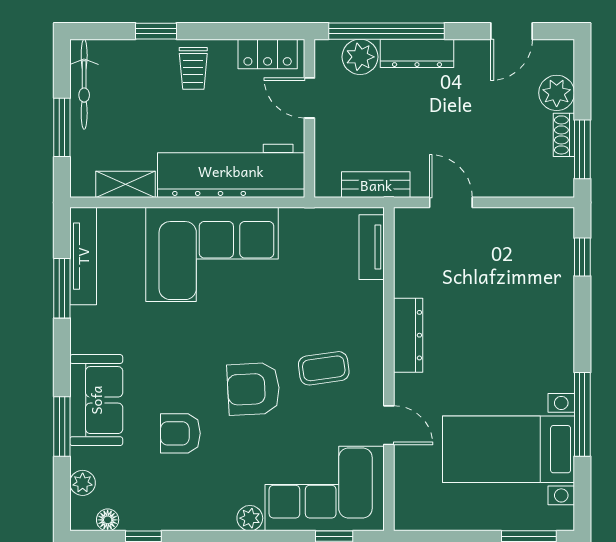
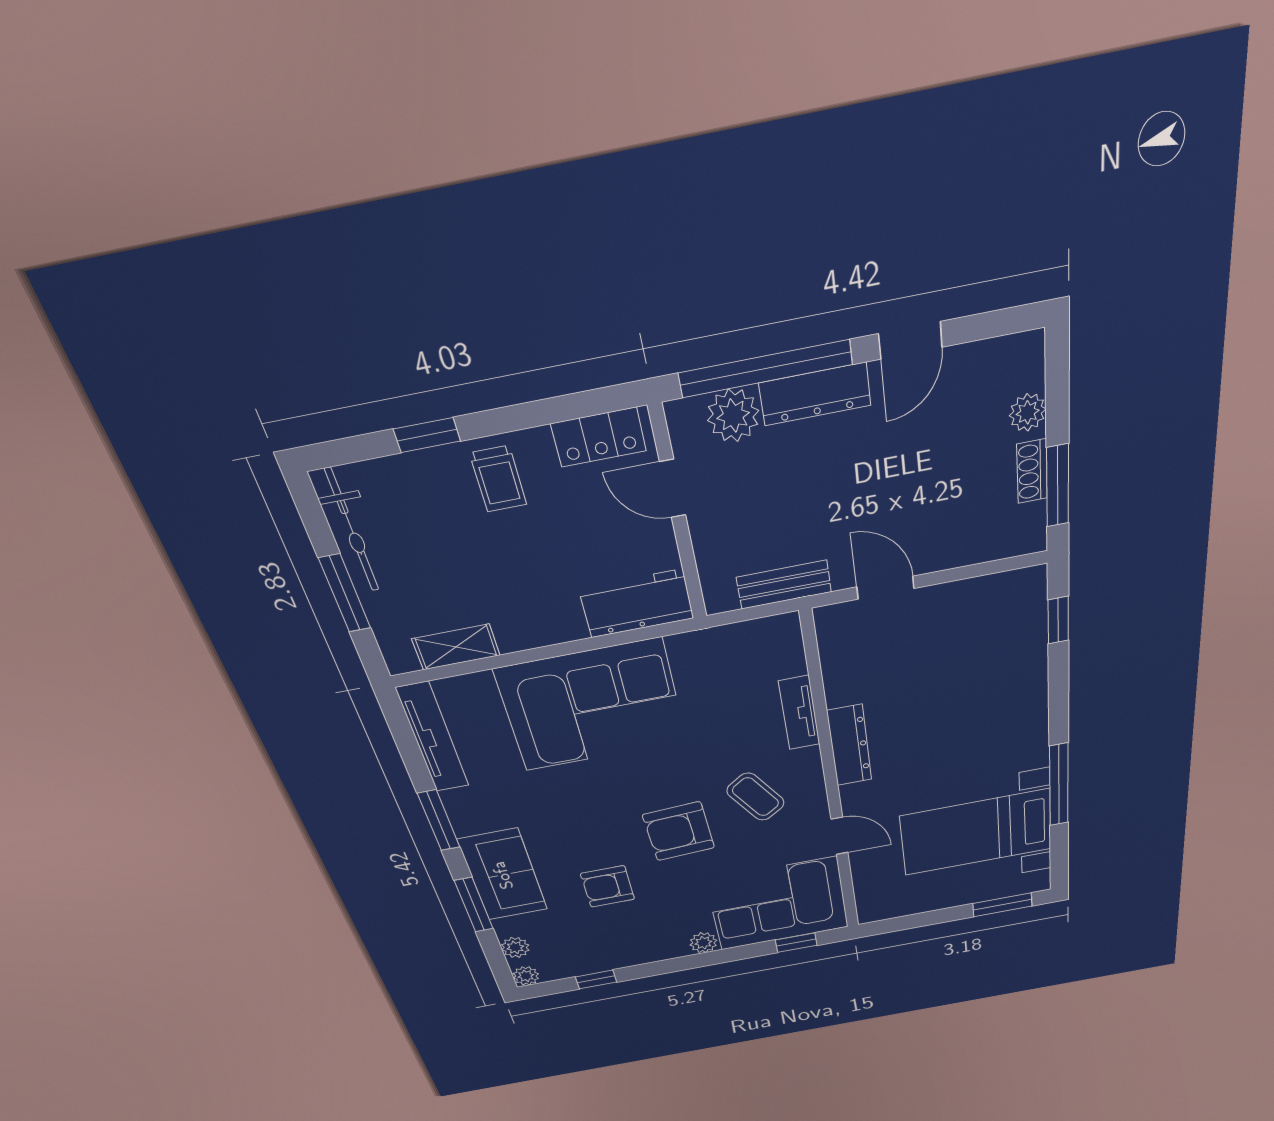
door: (512, 31) -> (910, 340), moved
plant: (557, 93) -> (1028, 412), width x0.73, depth x0.73
workbench: (231, 171) -> (637, 604), width x0.53, depth x0.76
tv unit: (372, 247) -> (799, 713), moved
window: (62, 288) -> (439, 820), moved
coffee table: (324, 368) -> (756, 797), turned 64
plant: (82, 519) -> (526, 976), added
floor lamp: (108, 520) -> (553, 972), removed

